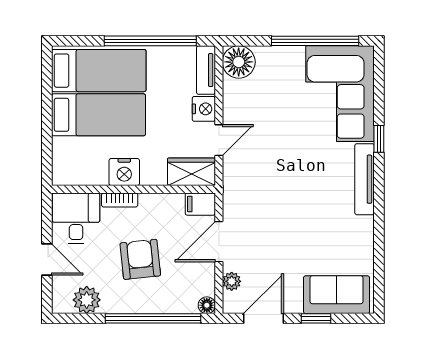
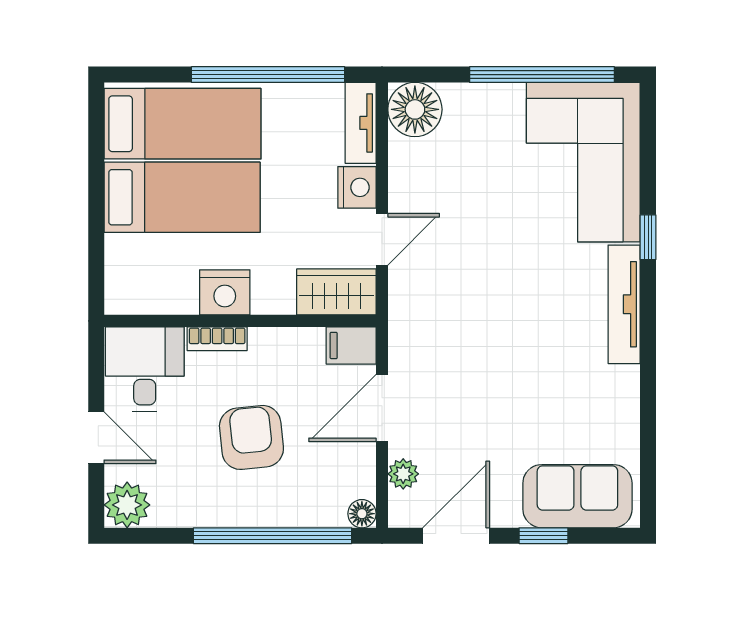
plant: (87, 300) -> (127, 505), moved

